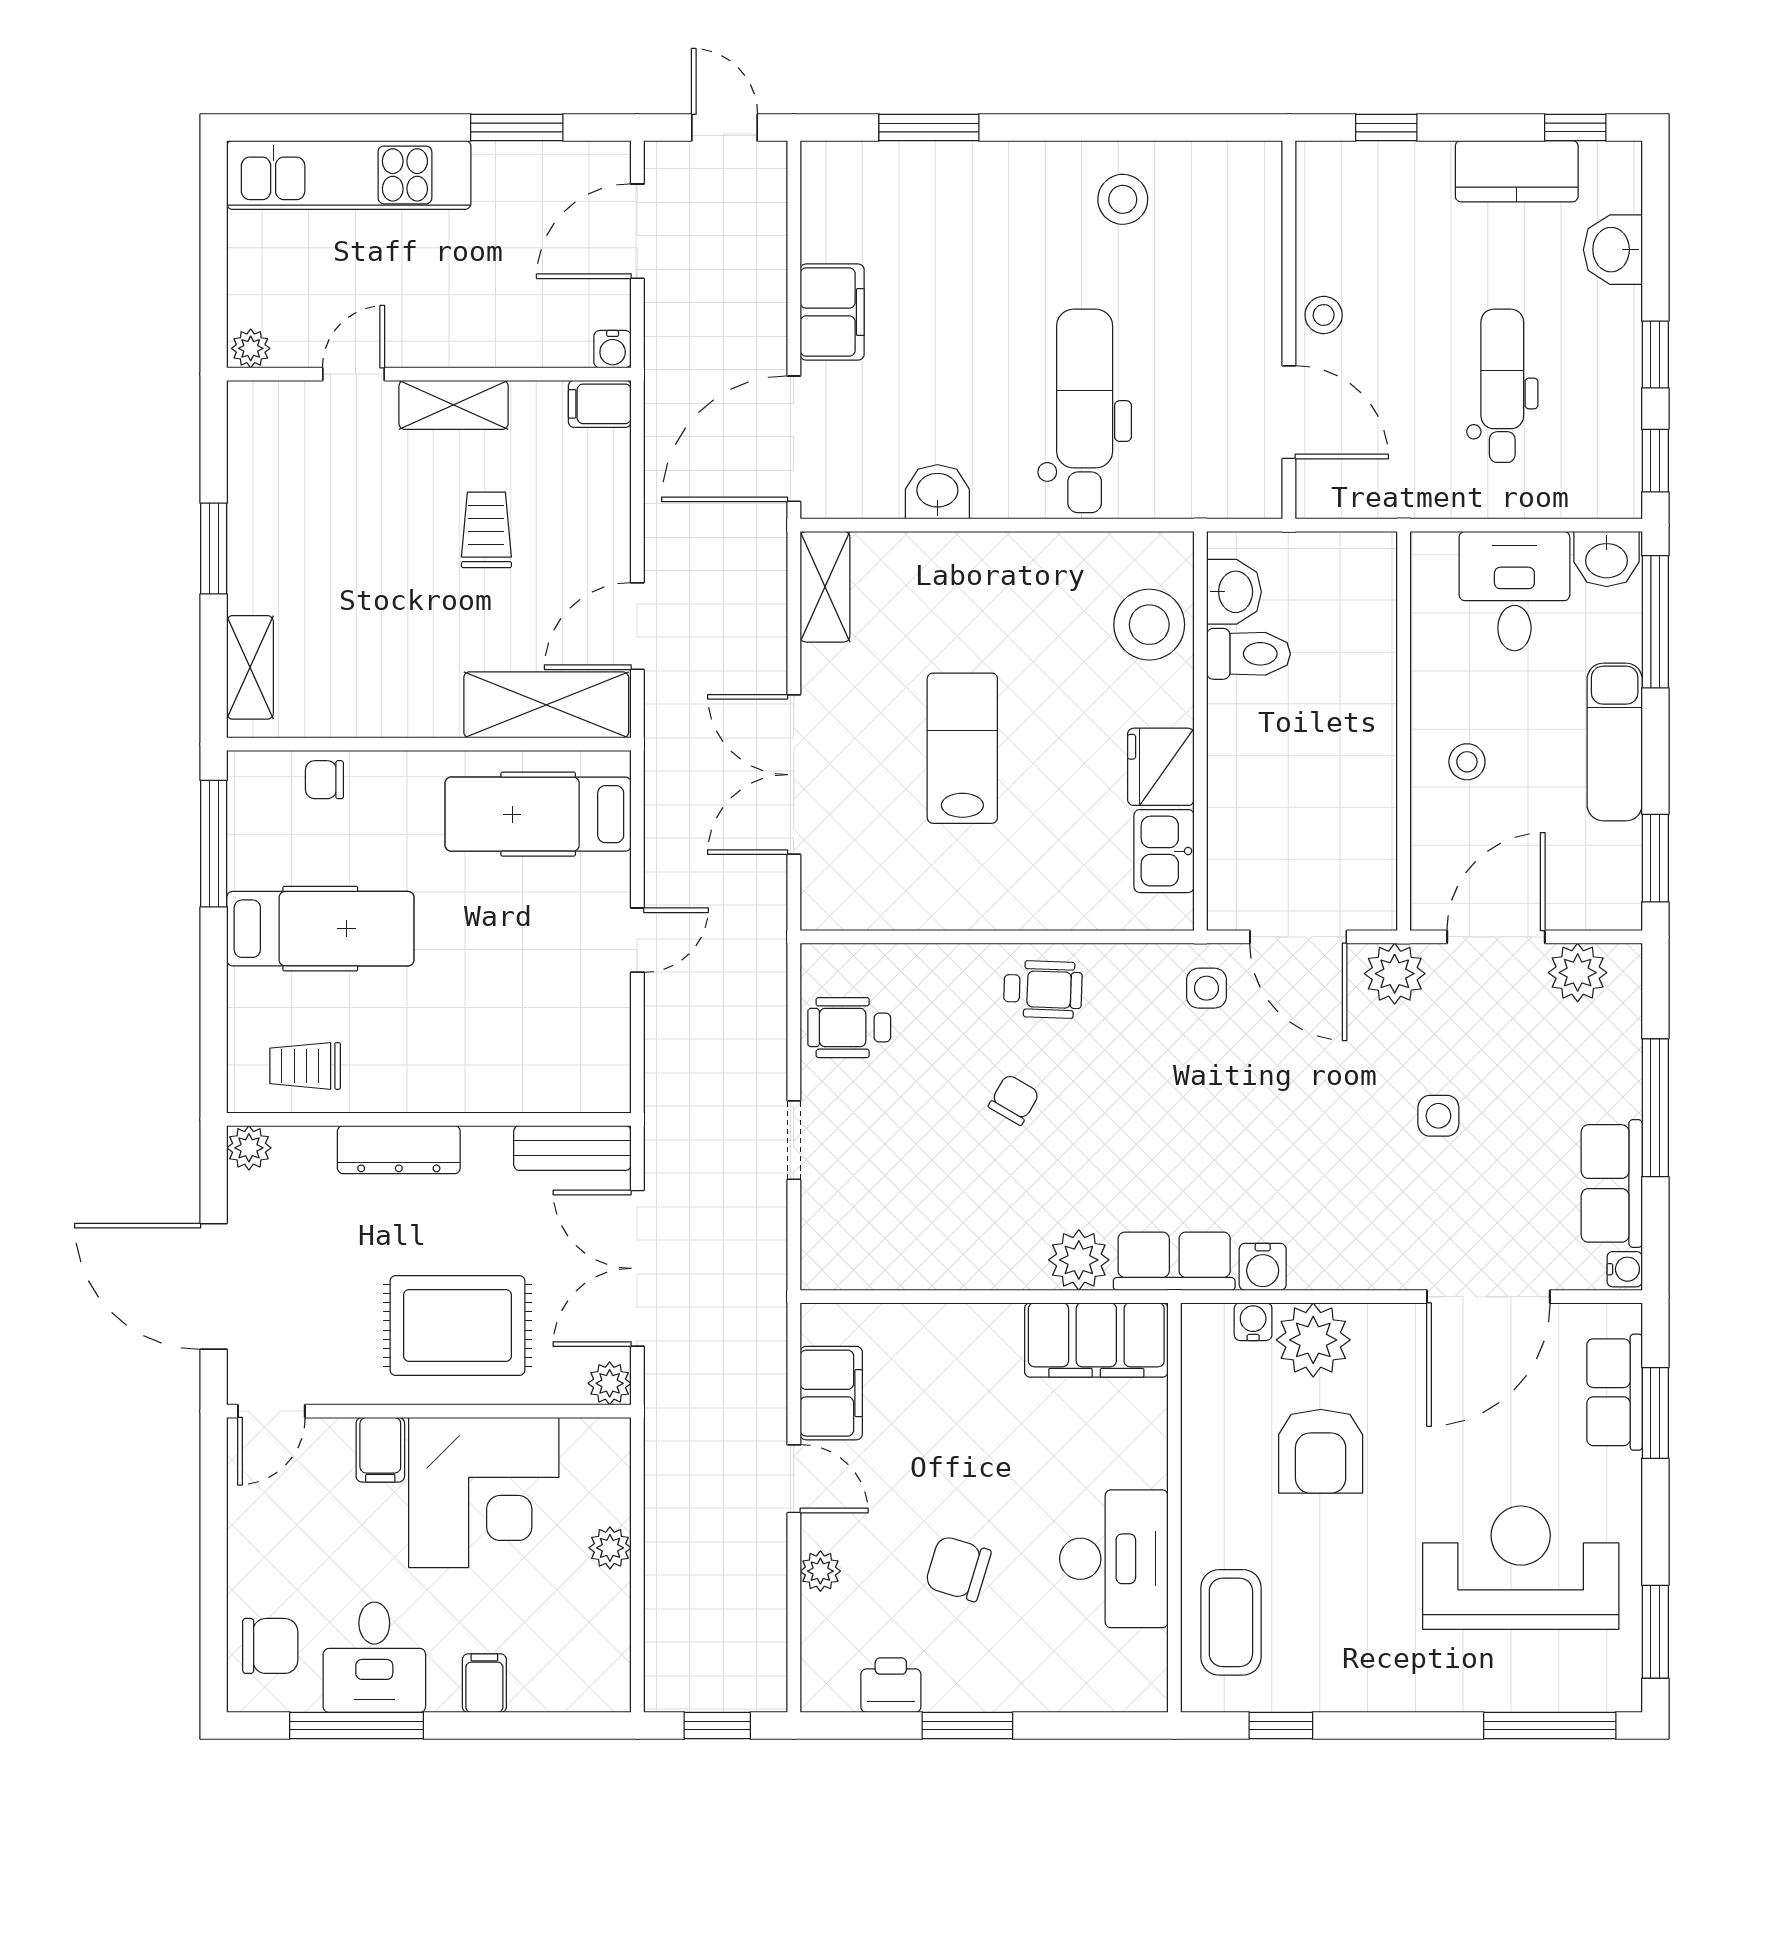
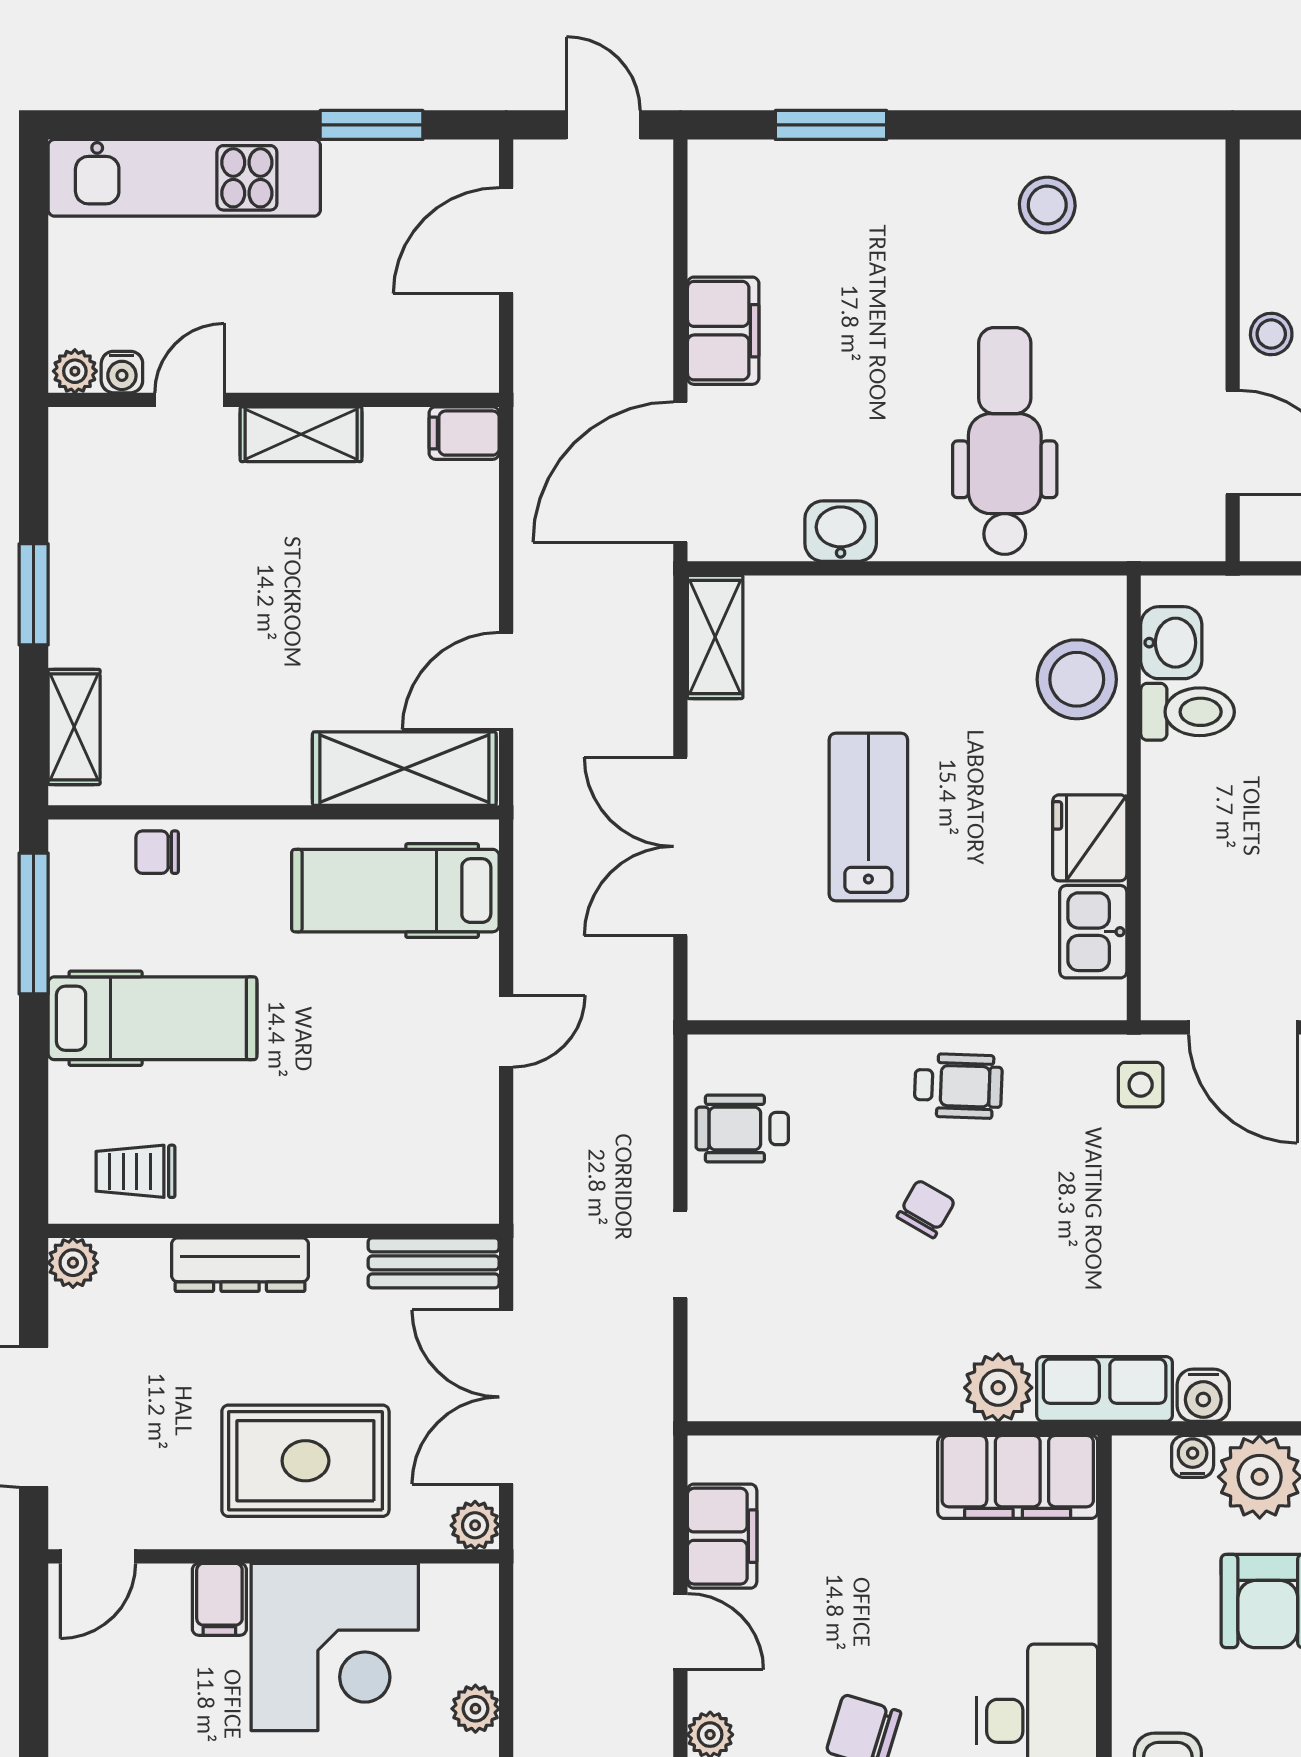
water cooler: (613, 349) -> (122, 372), moved
trolley: (486, 530) -> (338, 574), removed

